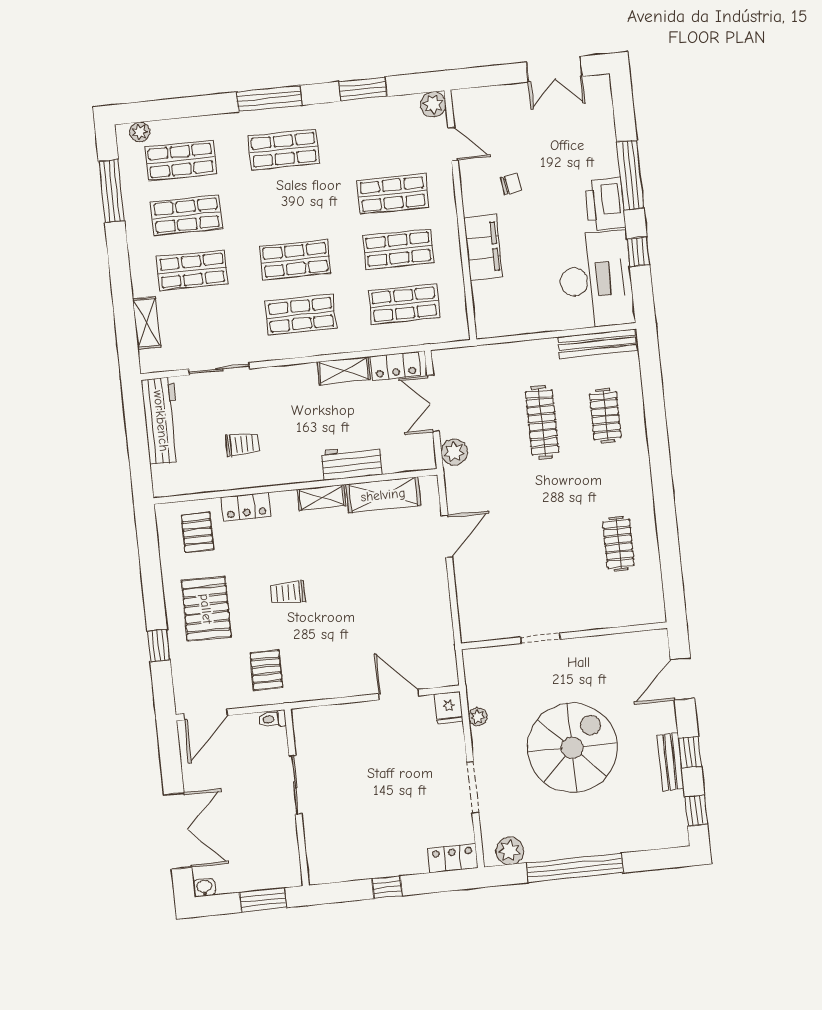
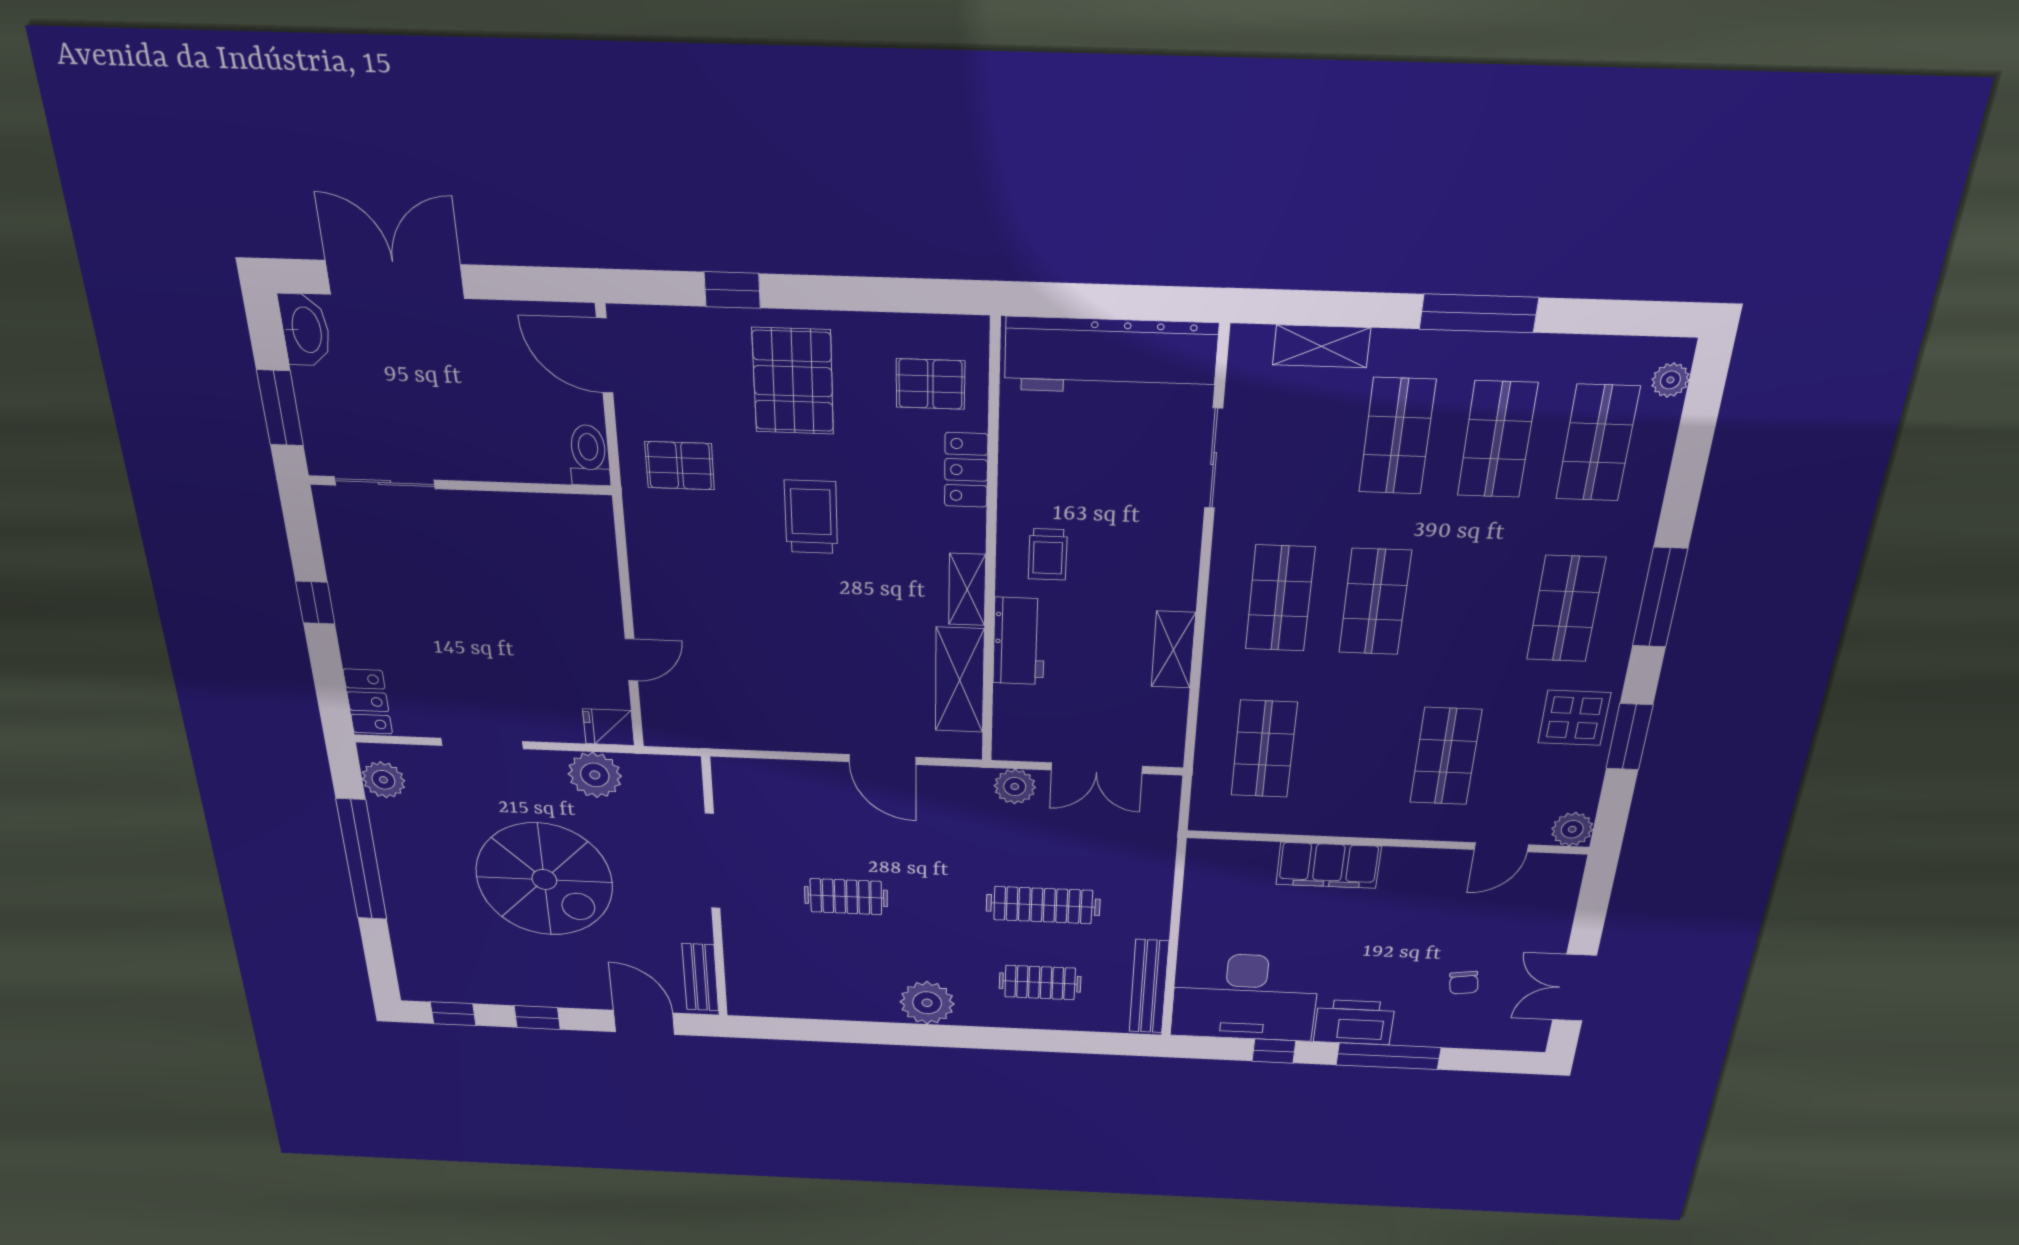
display table: (355, 125) -> (1574, 718), added
chair: (511, 184) -> (1464, 983), moved
window: (112, 191) -> (1479, 313), moved
shop shelf: (398, 249) -> (1355, 753), removed
locker: (395, 366) -> (1167, 724), removed
double door: (433, 403) -> (1097, 768), swing flipped
workbench: (161, 421) -> (1111, 356), width x1.36, depth x1.32
trolley: (242, 444) -> (1048, 554), moved
plant: (634, 489) -> (927, 1003), added
clothes rail: (618, 544) -> (846, 897), moved
trolley: (288, 593) -> (811, 517), width x1.36, depth x1.39
pallet: (206, 609) -> (793, 381), turned 90
doorway: (541, 638) -> (713, 861), width x1.87
door: (399, 695) -> (631, 660), width x0.73
plant: (478, 717) -> (595, 775), width x1.87, depth x1.87
toilet: (272, 719) -> (589, 455), width x1.37, depth x1.39
bench: (670, 762) -> (700, 977), moved, turned 90
sliding door: (295, 785) -> (385, 483), moved
double door: (178, 831) -> (395, 279), swing flipped
washbasin: (204, 887) -> (305, 330), width x1.91, depth x1.45

